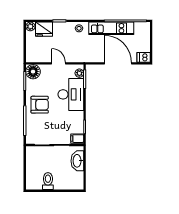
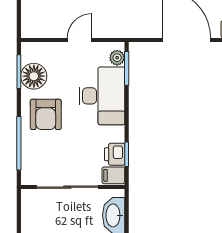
door: (59, 63) -> (80, 40), hinge flipped
floor lamp: (33, 72) -> (34, 76), moved
armchair: (40, 105) -> (46, 114), turned 90
printer: (78, 127) -> (115, 154), added

